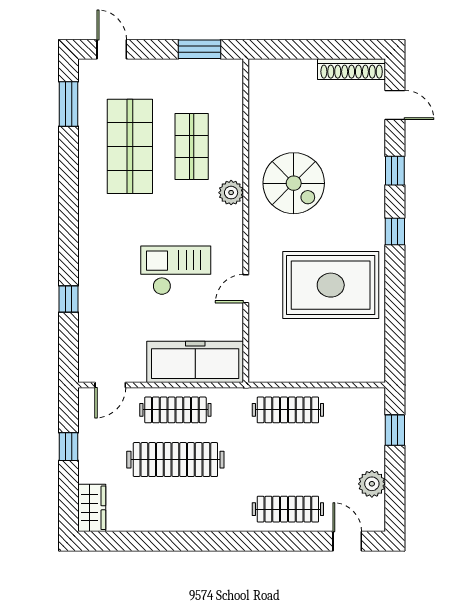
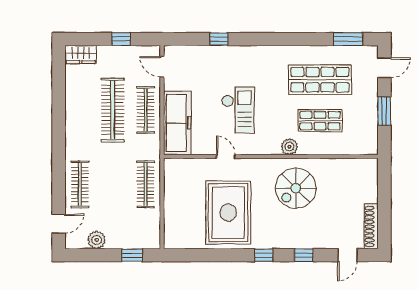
window: (199, 49) -> (384, 111), moved

